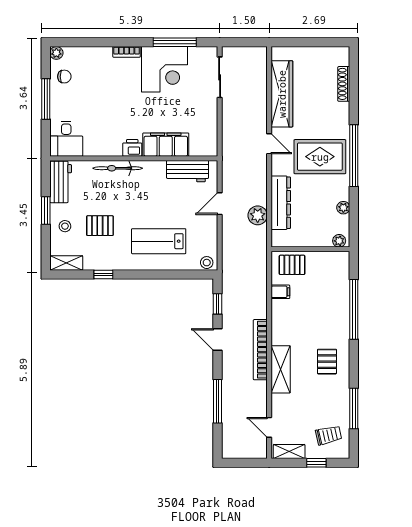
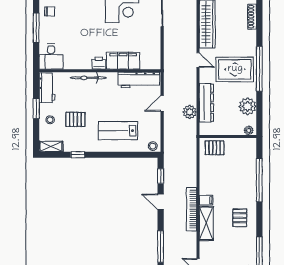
workbench: (188, 171) -> (139, 80), width x1.38
plant: (343, 208) -> (248, 106), width x1.87, depth x1.87
filing cabinet: (280, 292) -> (206, 200), moved

